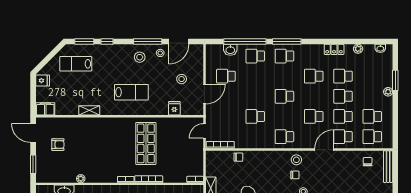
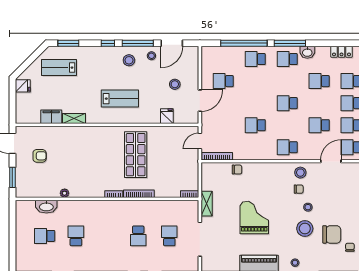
window: (107, 42) -> (108, 43), moved
washbasin: (230, 50) -> (307, 52), moved
filing cabinet: (45, 109) -> (51, 117), moved

